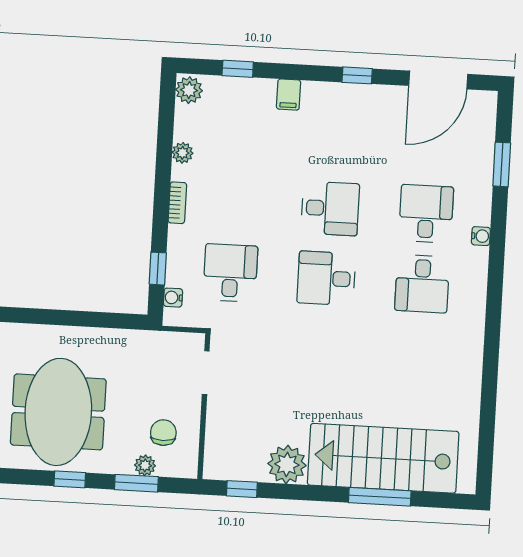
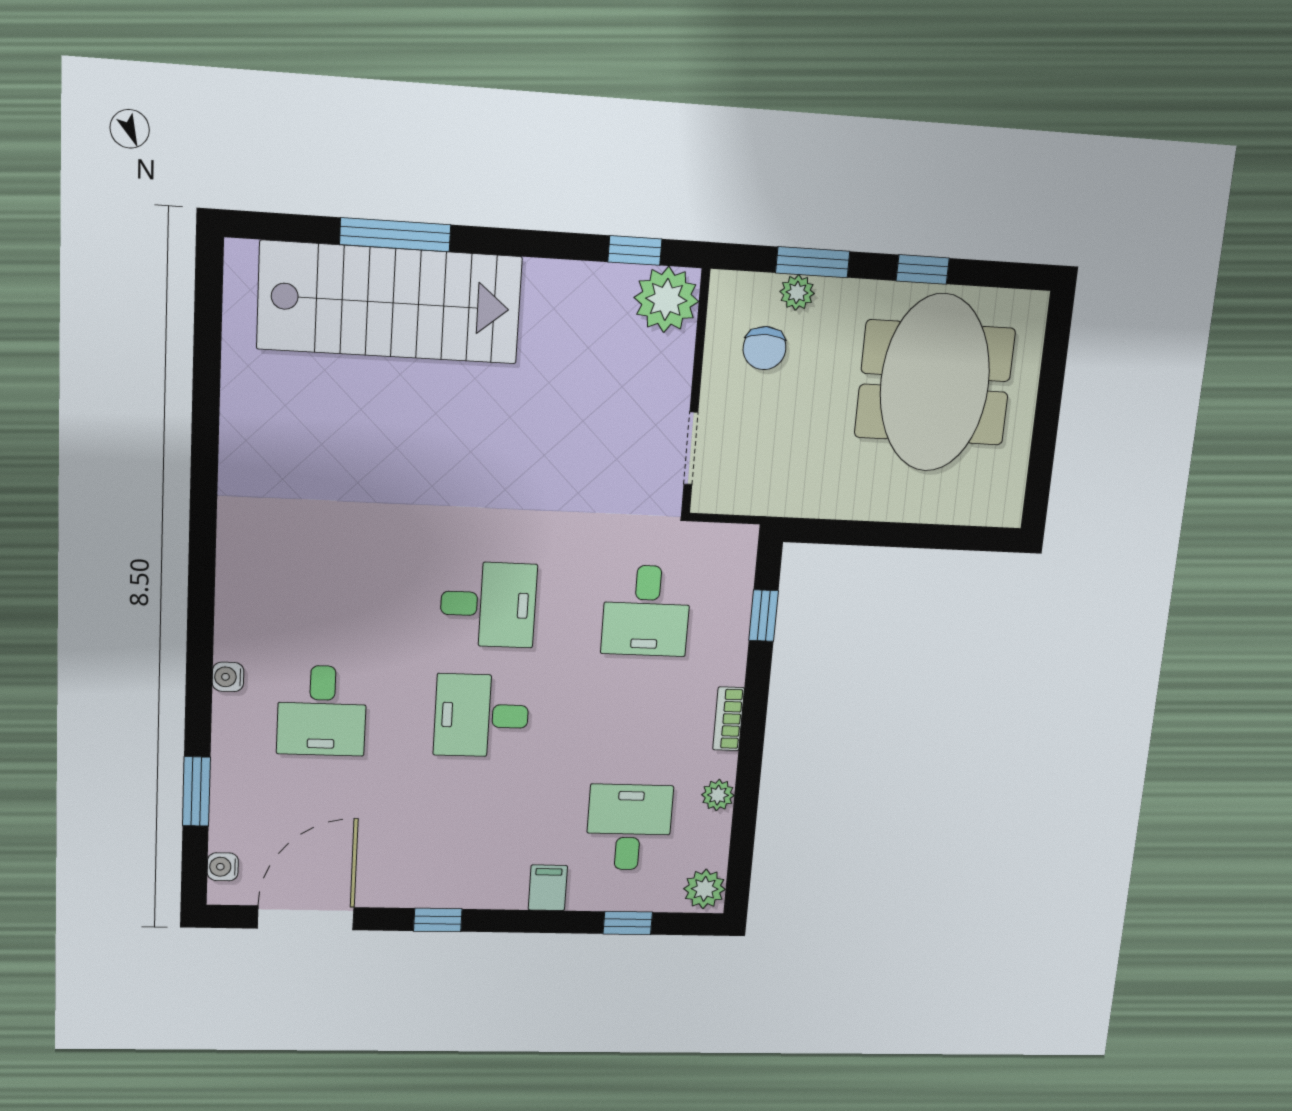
desk: (422, 284) -> (629, 827), moved
water cooler: (173, 298) -> (223, 867), moved, turned 180
plant: (287, 464) -> (666, 299), moved

